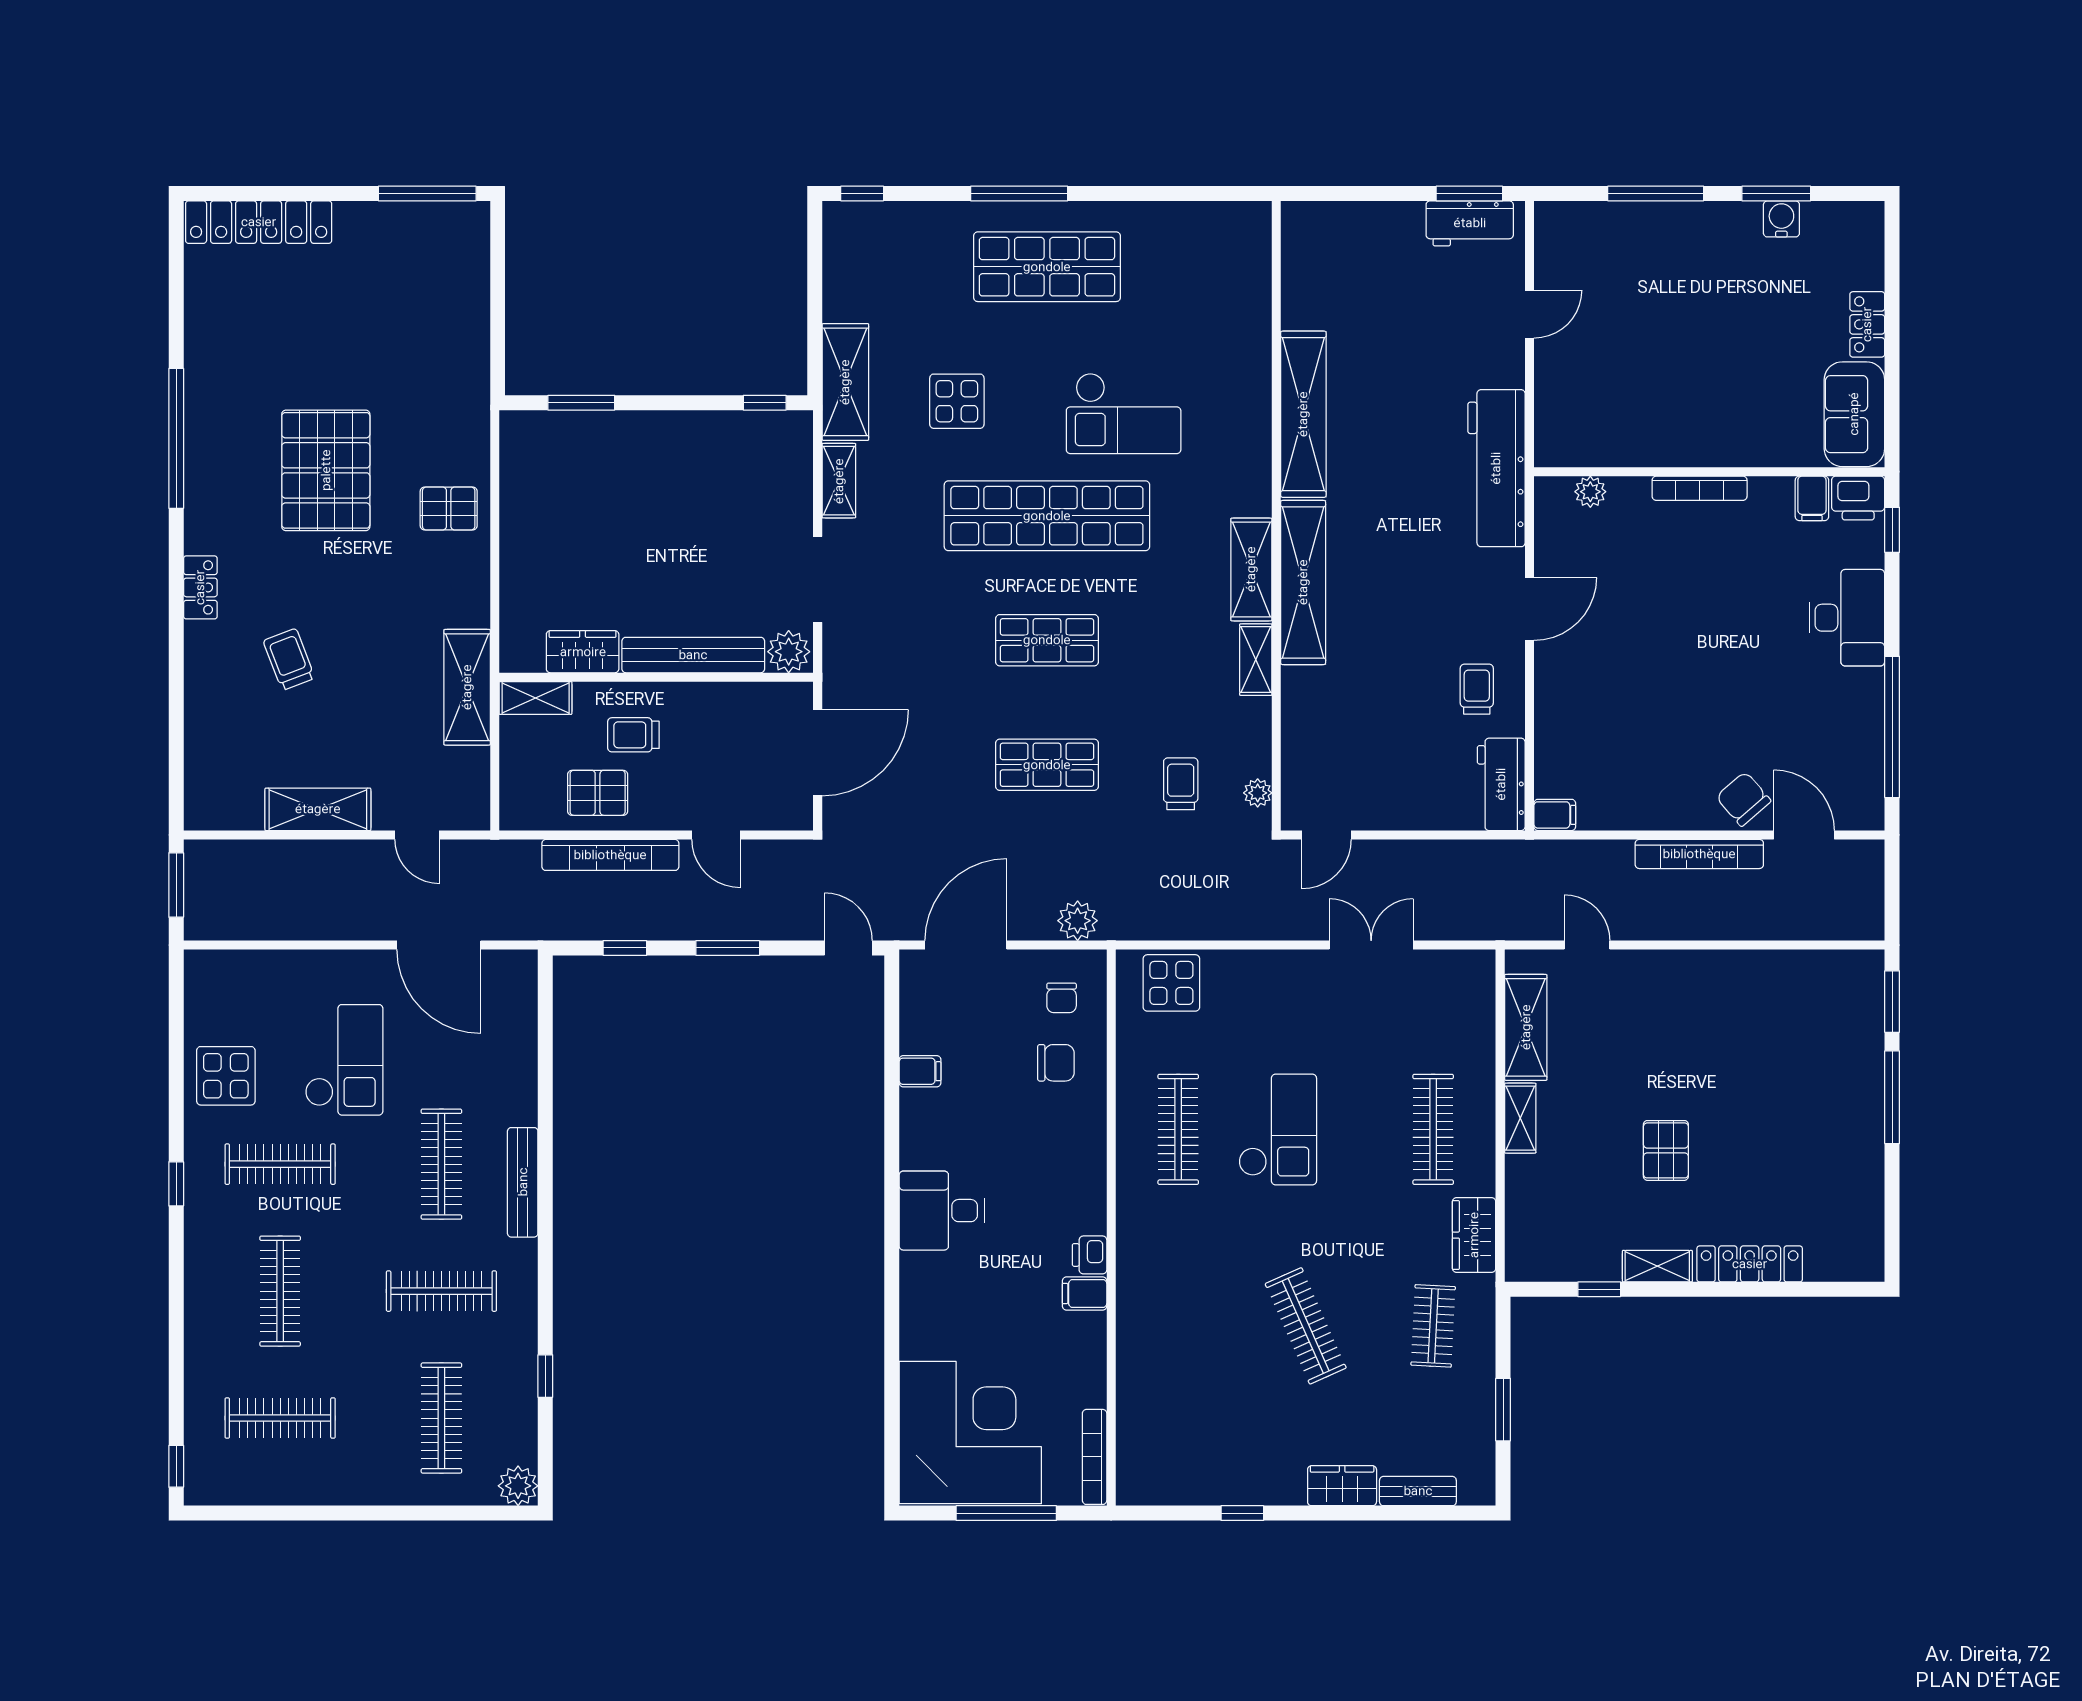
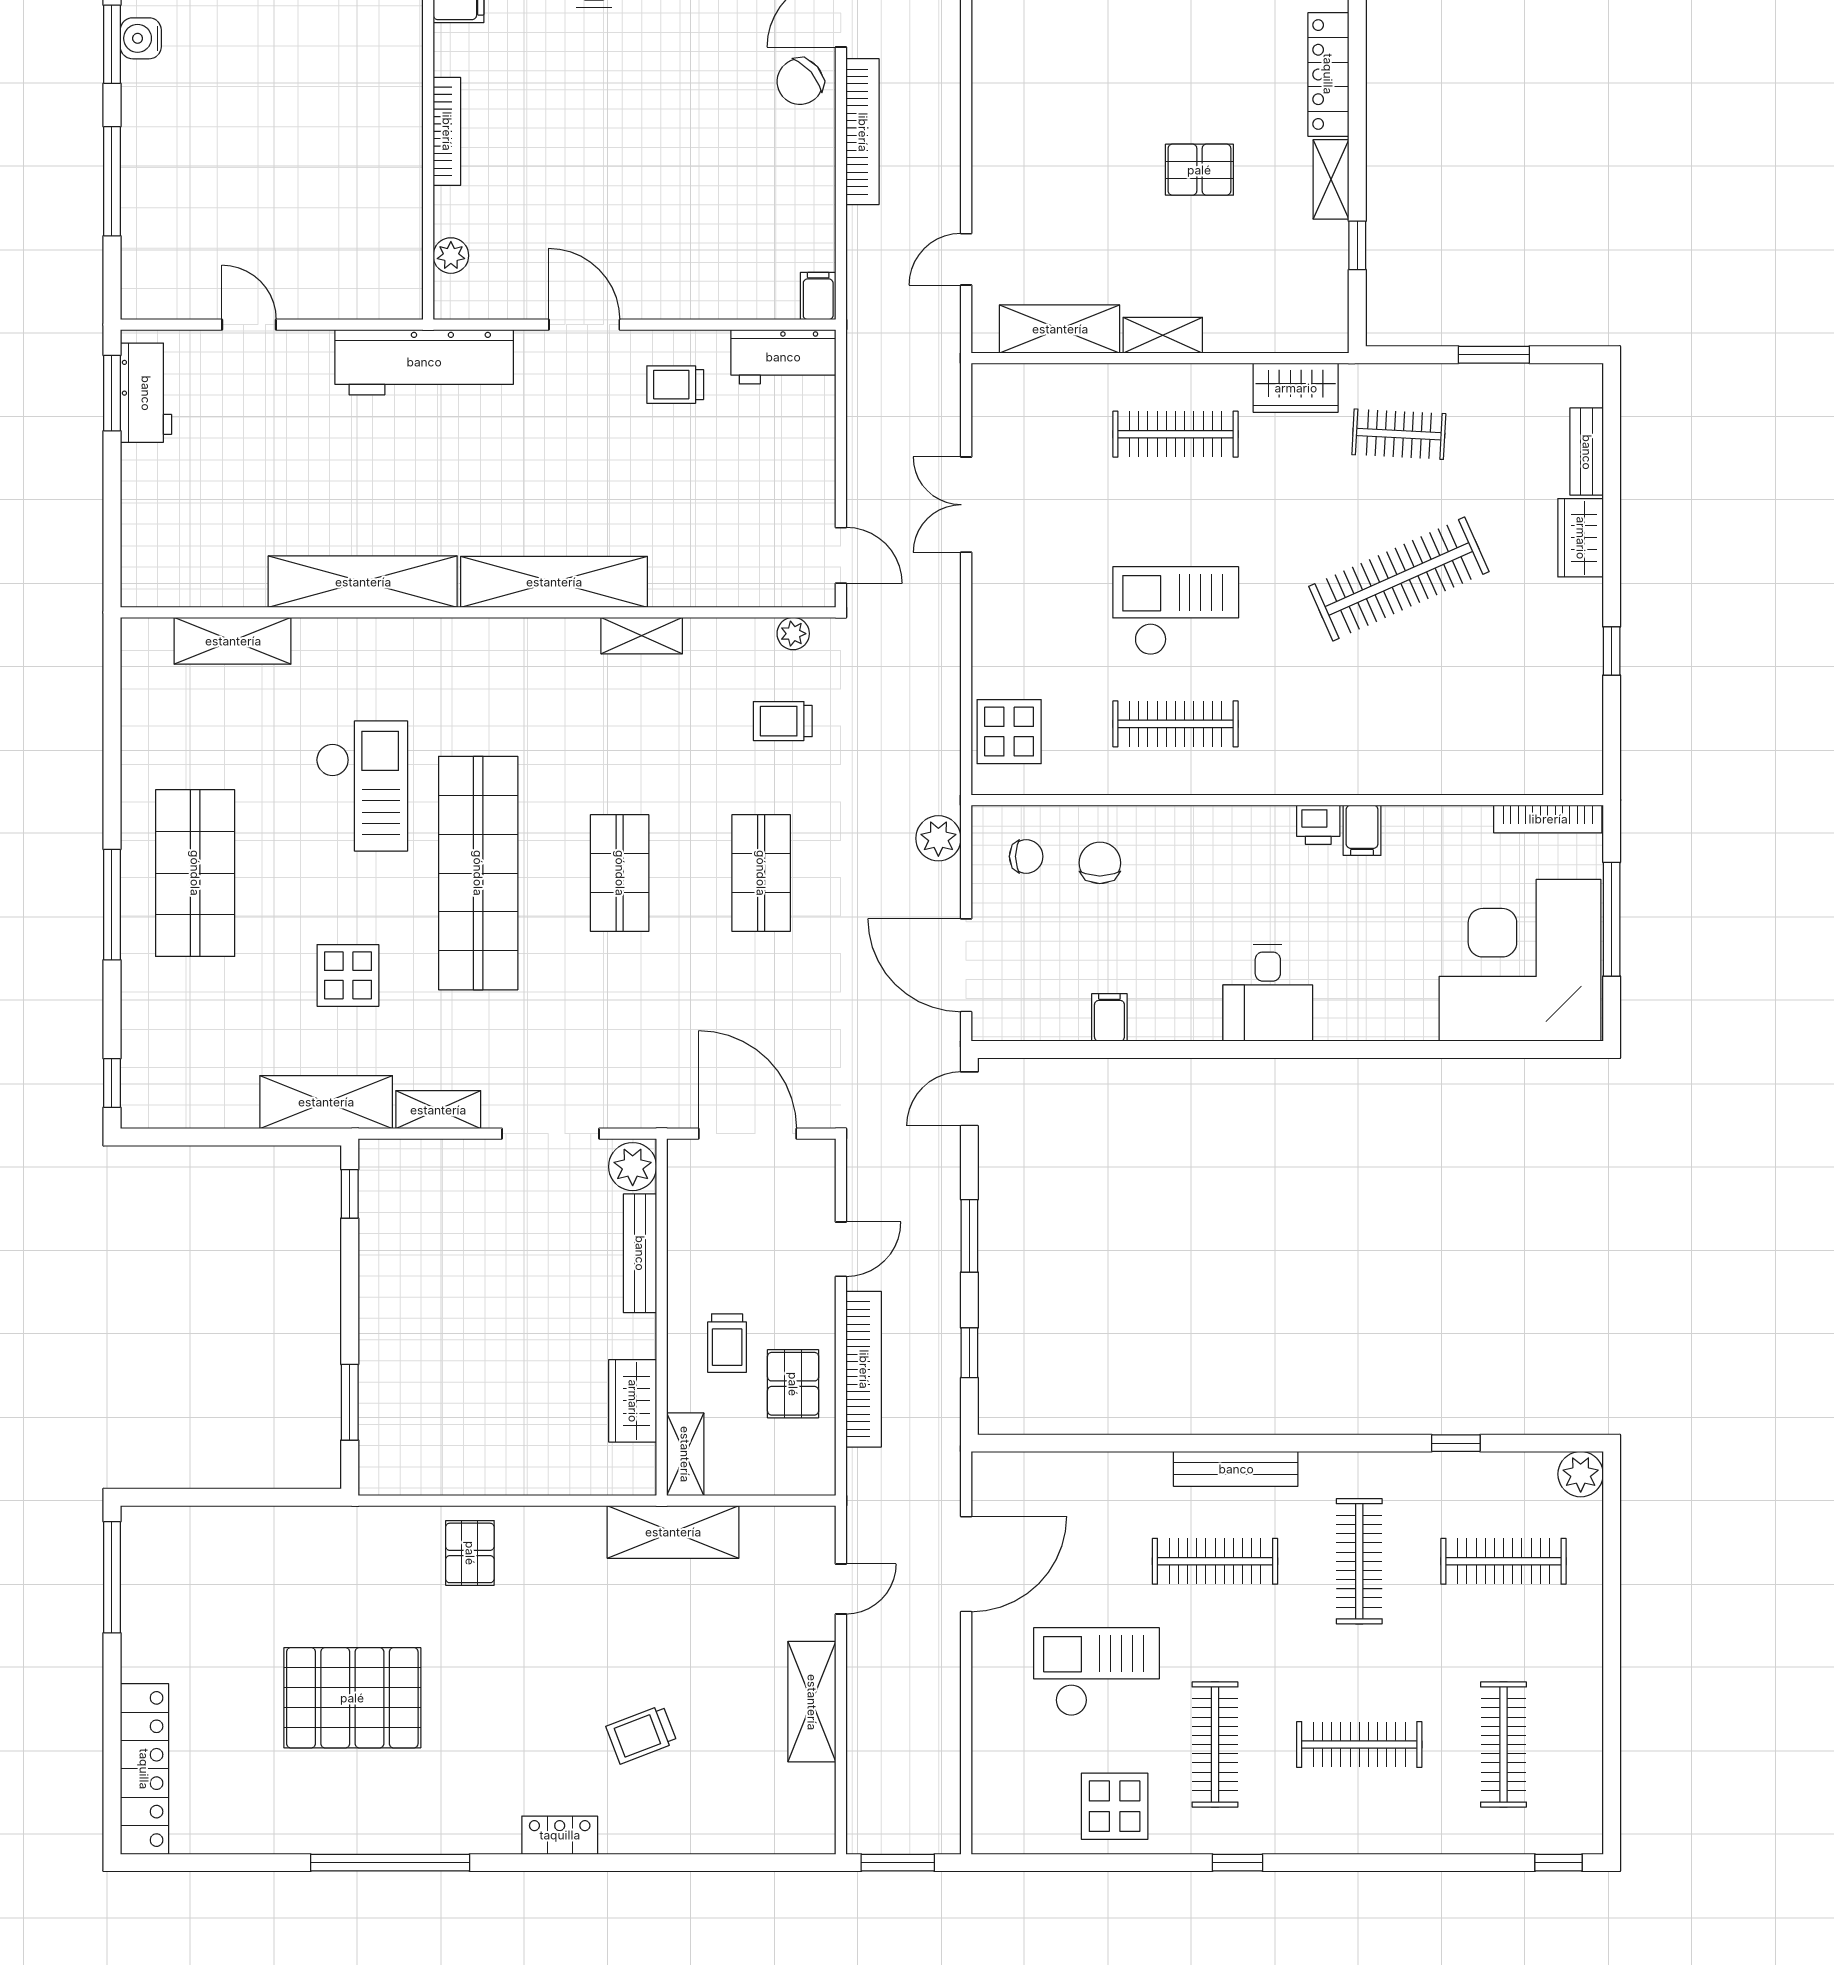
pallet: (326, 470) -> (352, 1698), moved
shelving: (1251, 569) -> (233, 641), moved
bench: (693, 655) -> (640, 1253), width x0.73, depth x0.82
clothes rail: (1306, 1326) -> (1399, 579), width x1.37, depth x1.31

